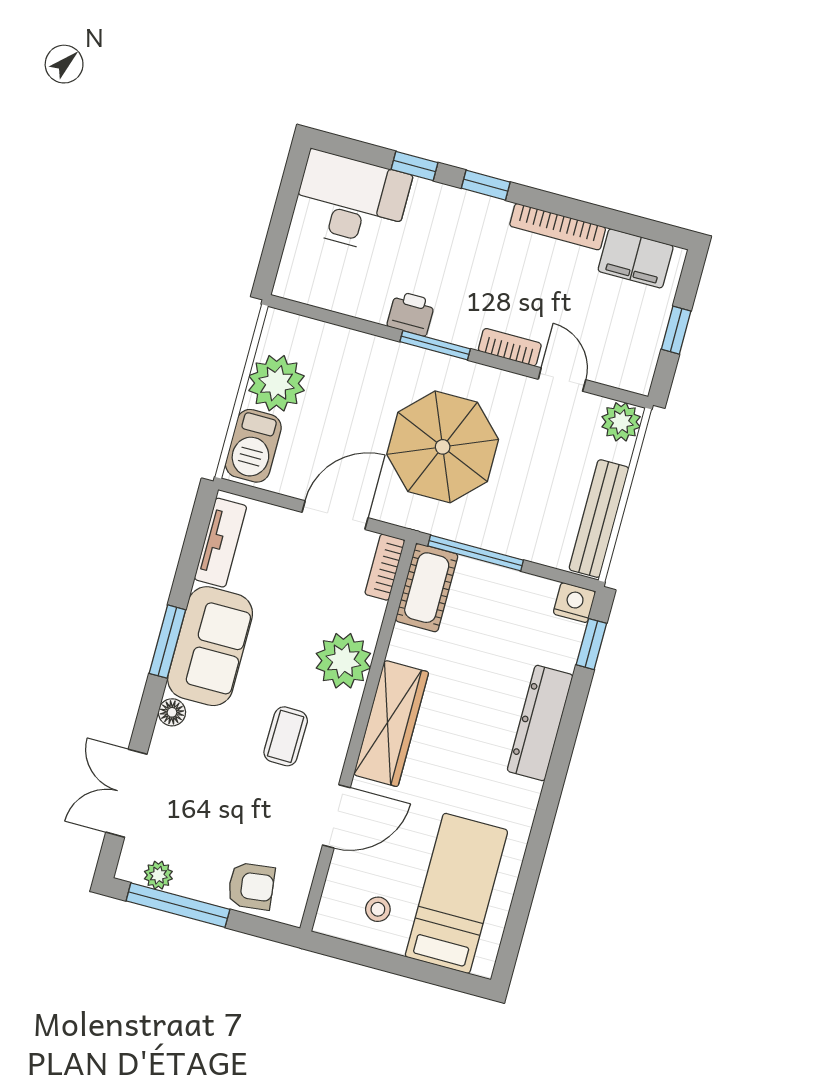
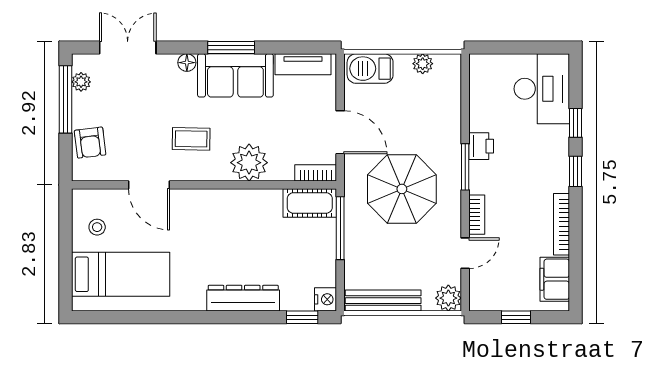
plant: (277, 383) -> (423, 64), width x0.53, depth x0.53
wardrobe: (391, 723) -> (217, 204), removed

